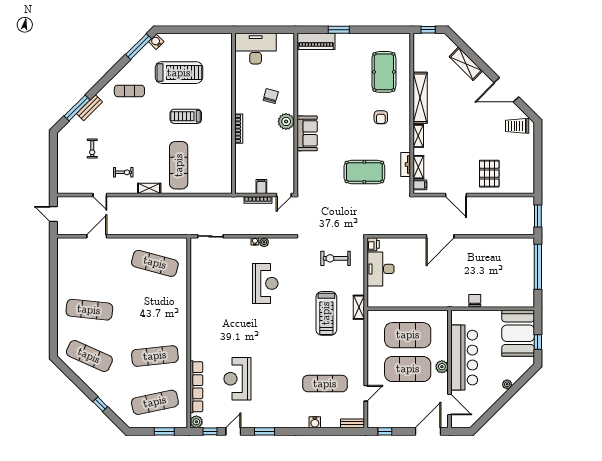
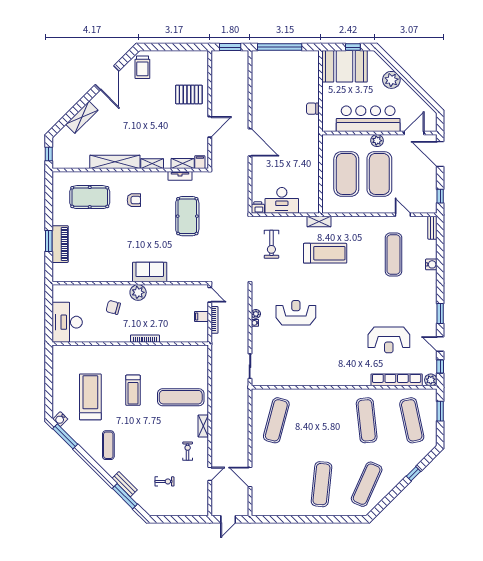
piano: (316, 41) -> (60, 244), moved
plant: (507, 384) -> (391, 80), width x1.87, depth x1.87

